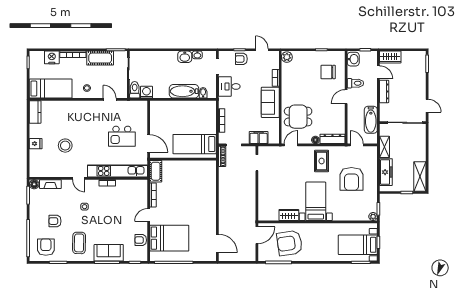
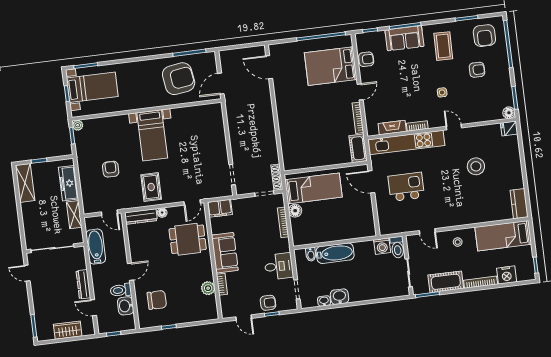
plant: (287, 57) -> (208, 288), moved
wardrobe: (390, 57) -> (68, 330), moved
washbasin: (353, 59) -> (126, 306), moved
floor lamp: (211, 128) -> (295, 211), added
filing cabinet: (259, 138) -> (220, 208), moved
fridge: (36, 144) -> (509, 129), moved
armchair: (351, 179) -> (111, 169), width x0.53, depth x0.53
fireplace: (50, 184) -> (392, 127), moved
wardrobe: (289, 215) -> (184, 114), removed

